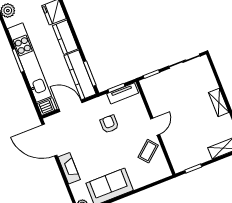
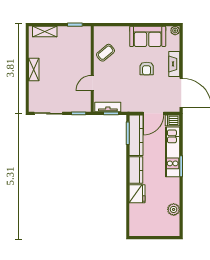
kitchen unit: (29, 63) -> (173, 152), width x0.73
door: (71, 106) -> (153, 113), hinge flipped
armchair: (109, 124) -> (147, 68), moved
door: (155, 127) -> (92, 83), moved

